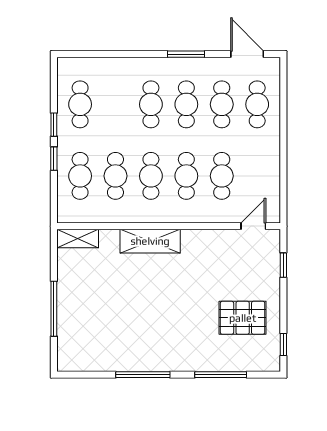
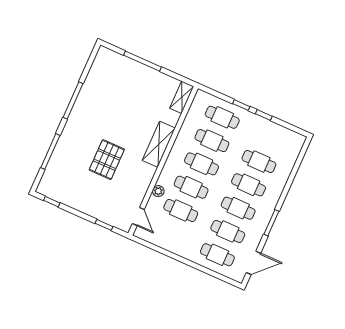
cafe table: (80, 104) -> (259, 162), moved
plant: (210, 215) -> (158, 191), added
pallet: (243, 318) -> (107, 160), moved

